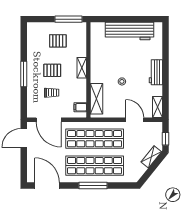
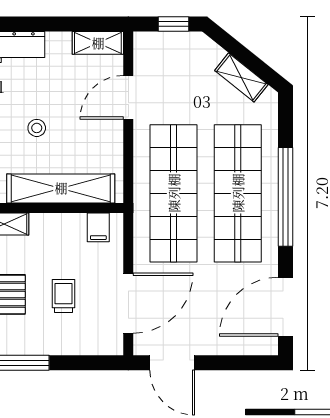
shelving: (97, 99) -> (61, 188), width x1.47
shelving: (151, 157) -> (241, 77), moved
window: (93, 186) -> (285, 197), width x1.46

